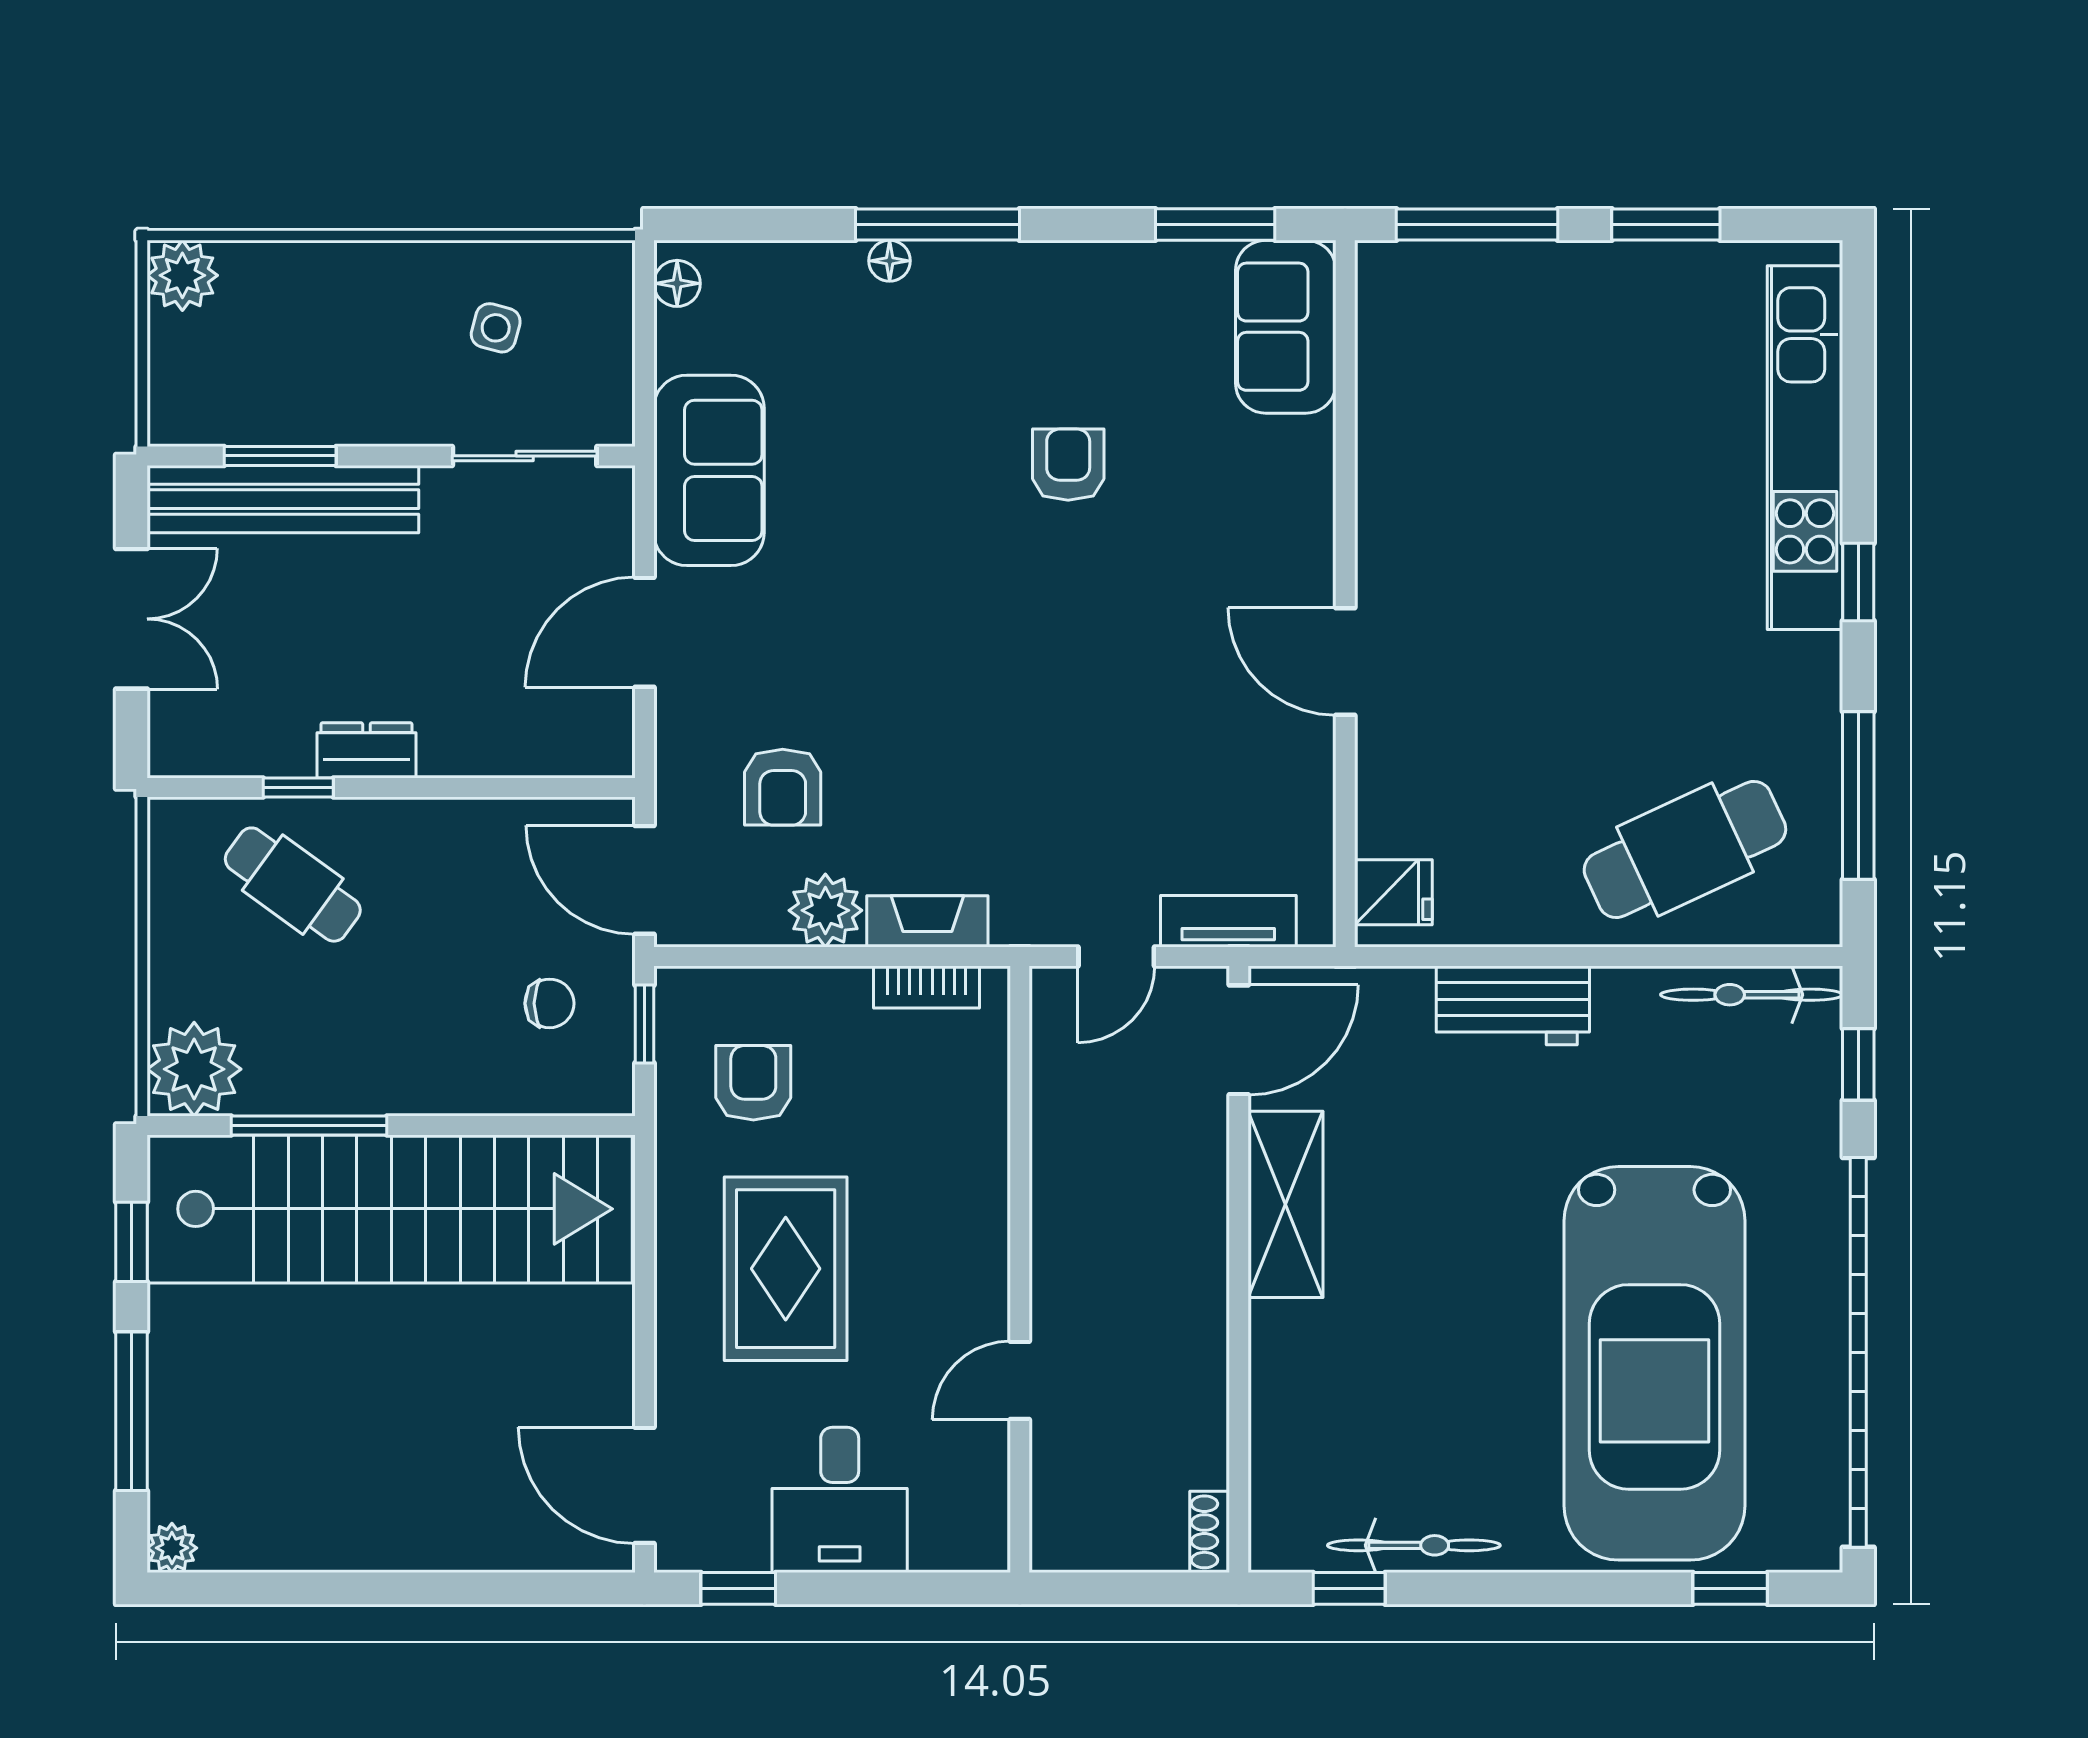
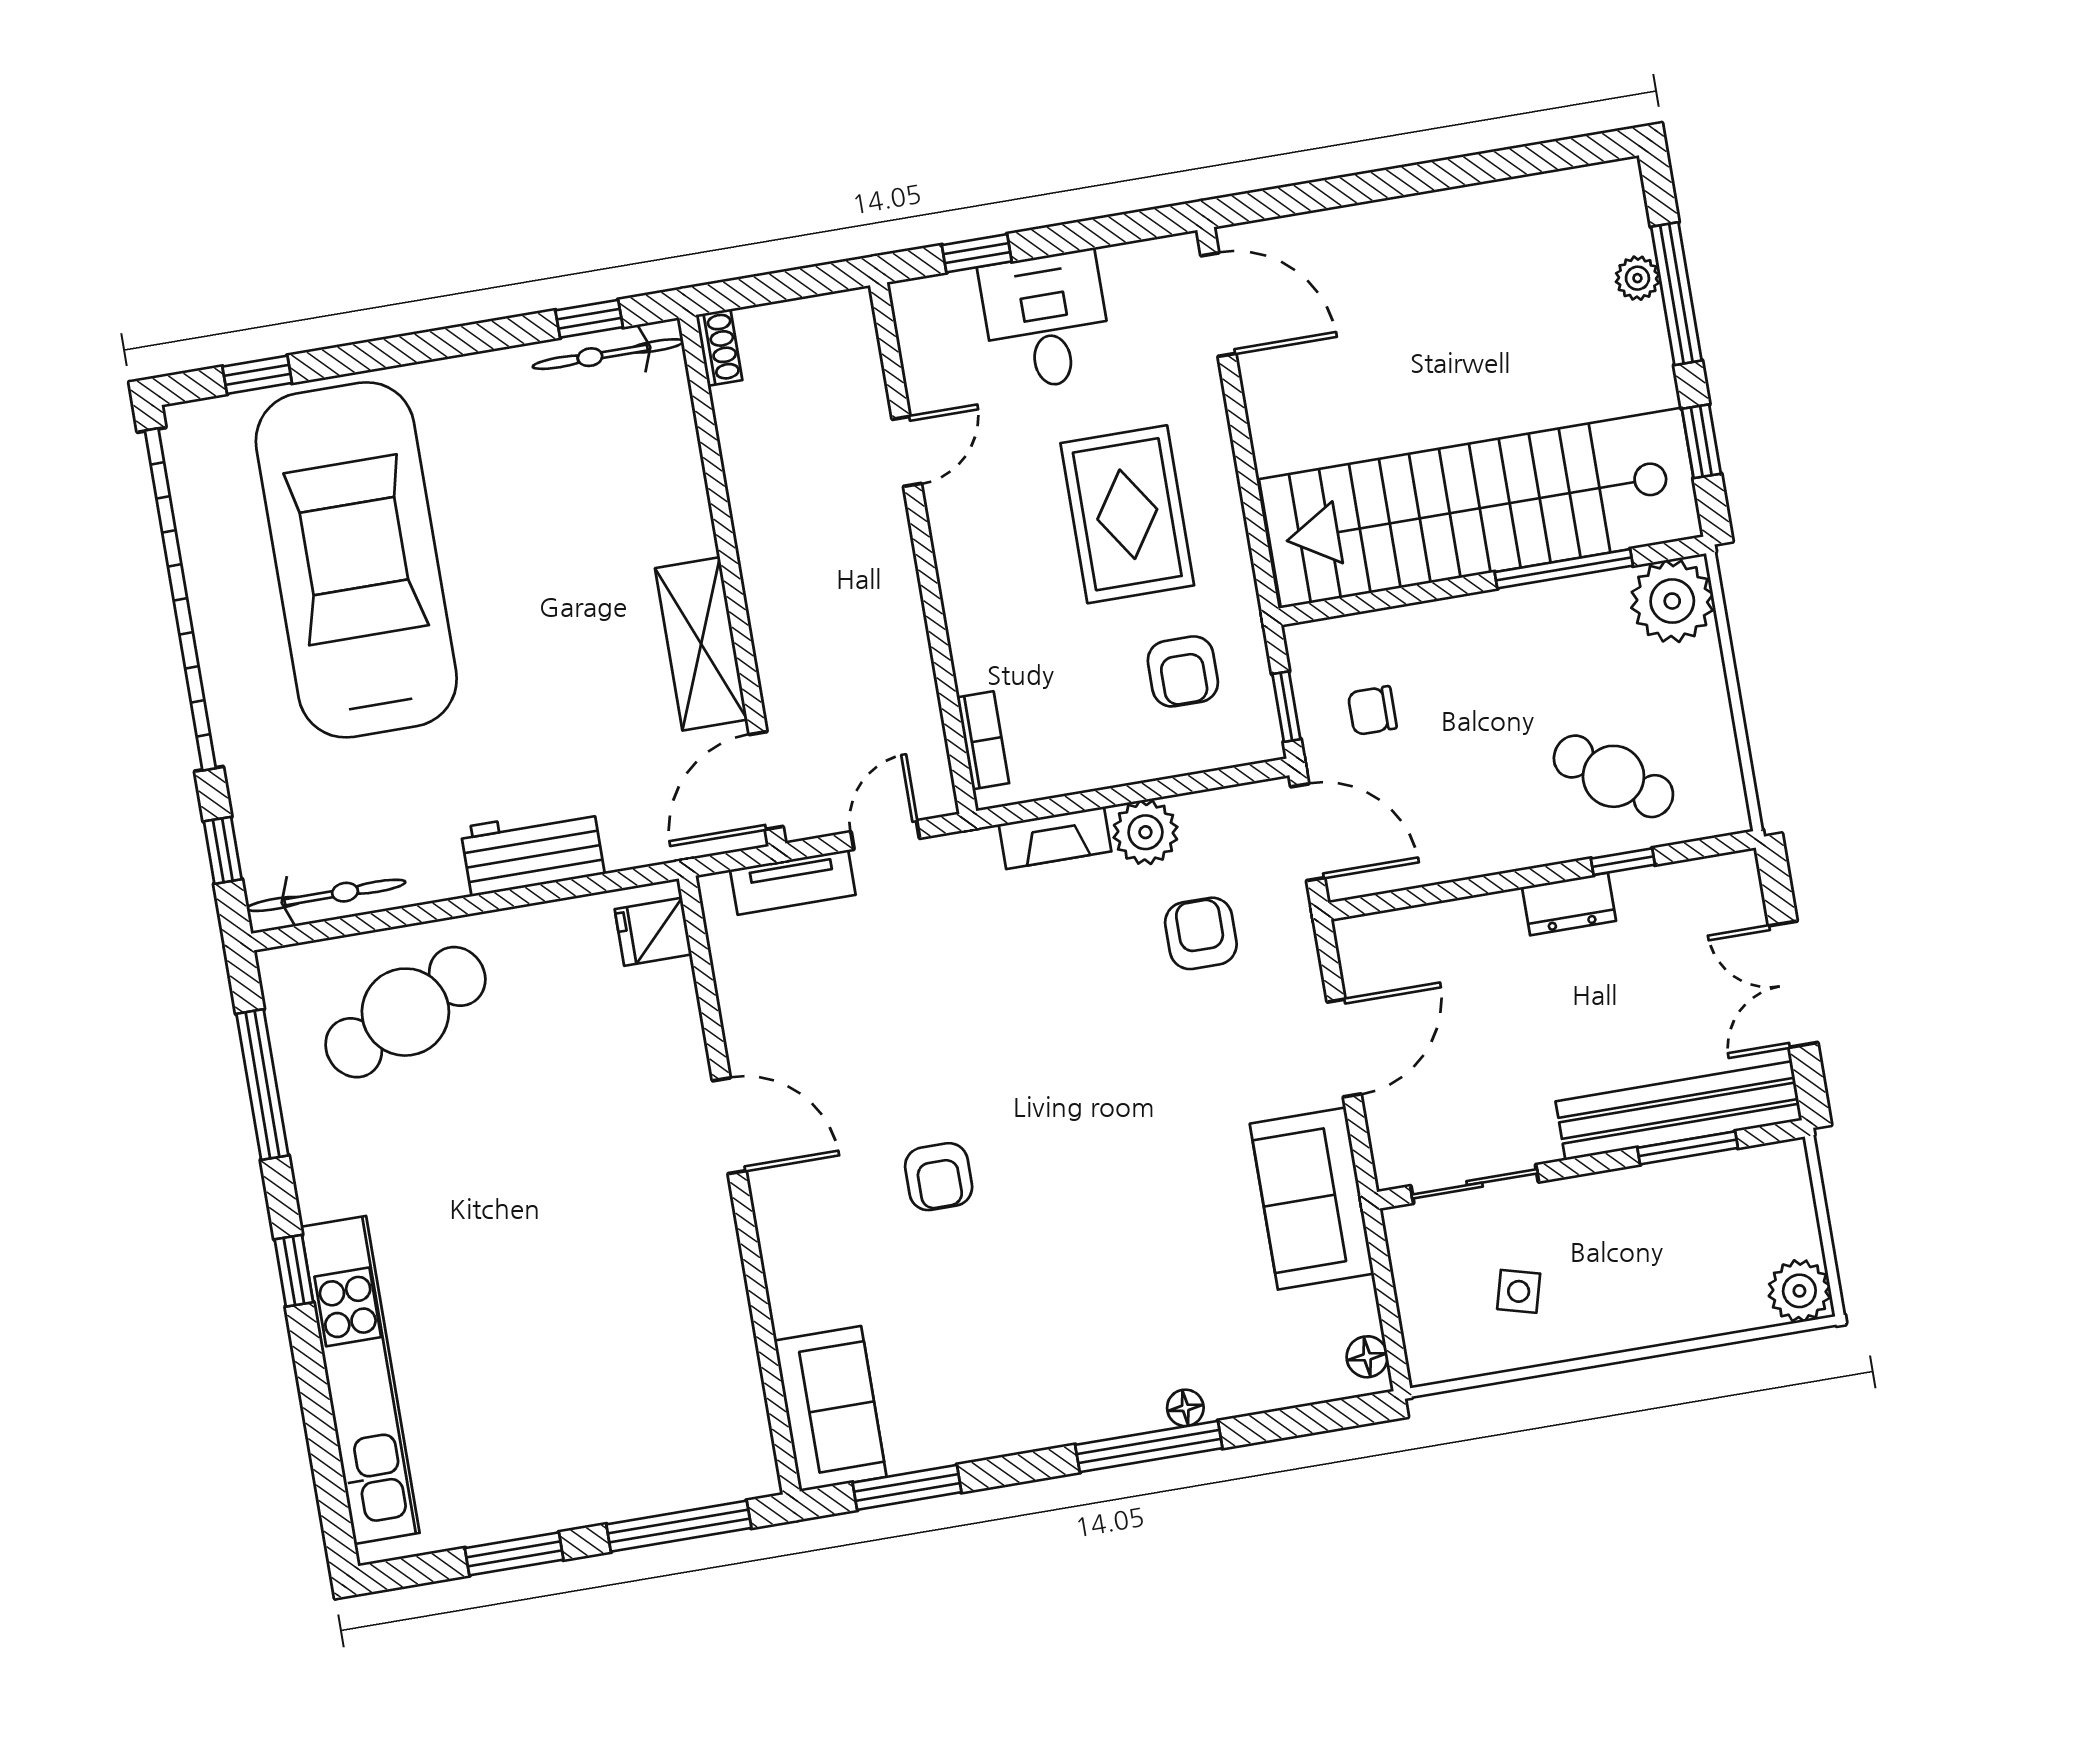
armchair: (1068, 465) -> (939, 1177), moved
bookcase: (926, 987) -> (983, 740), moved, turned 90
bicycle: (1414, 1545) -> (608, 354), moved
plant: (172, 1548) -> (1637, 278), moved
window: (738, 1588) -> (977, 253), moved

